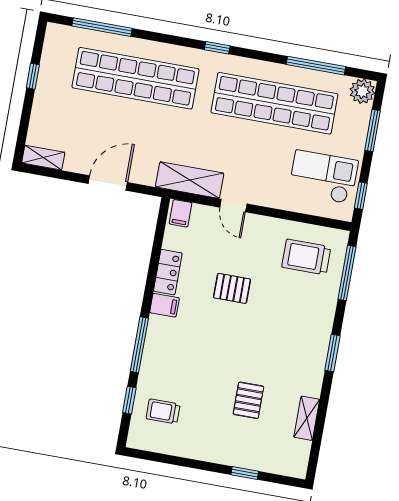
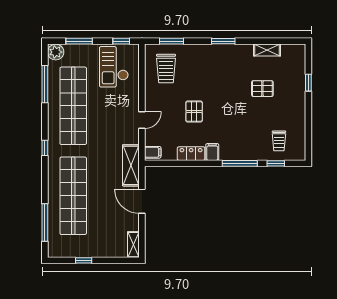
shelving: (190, 180) -> (131, 165), moved
window: (347, 273) -> (171, 41), width x0.69

